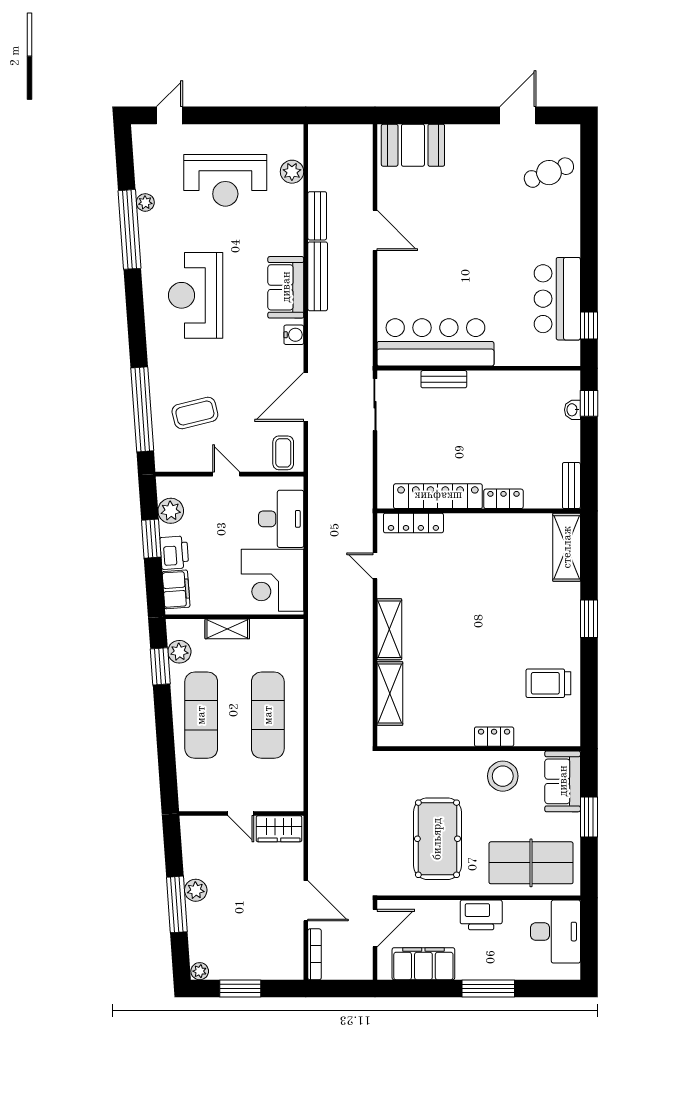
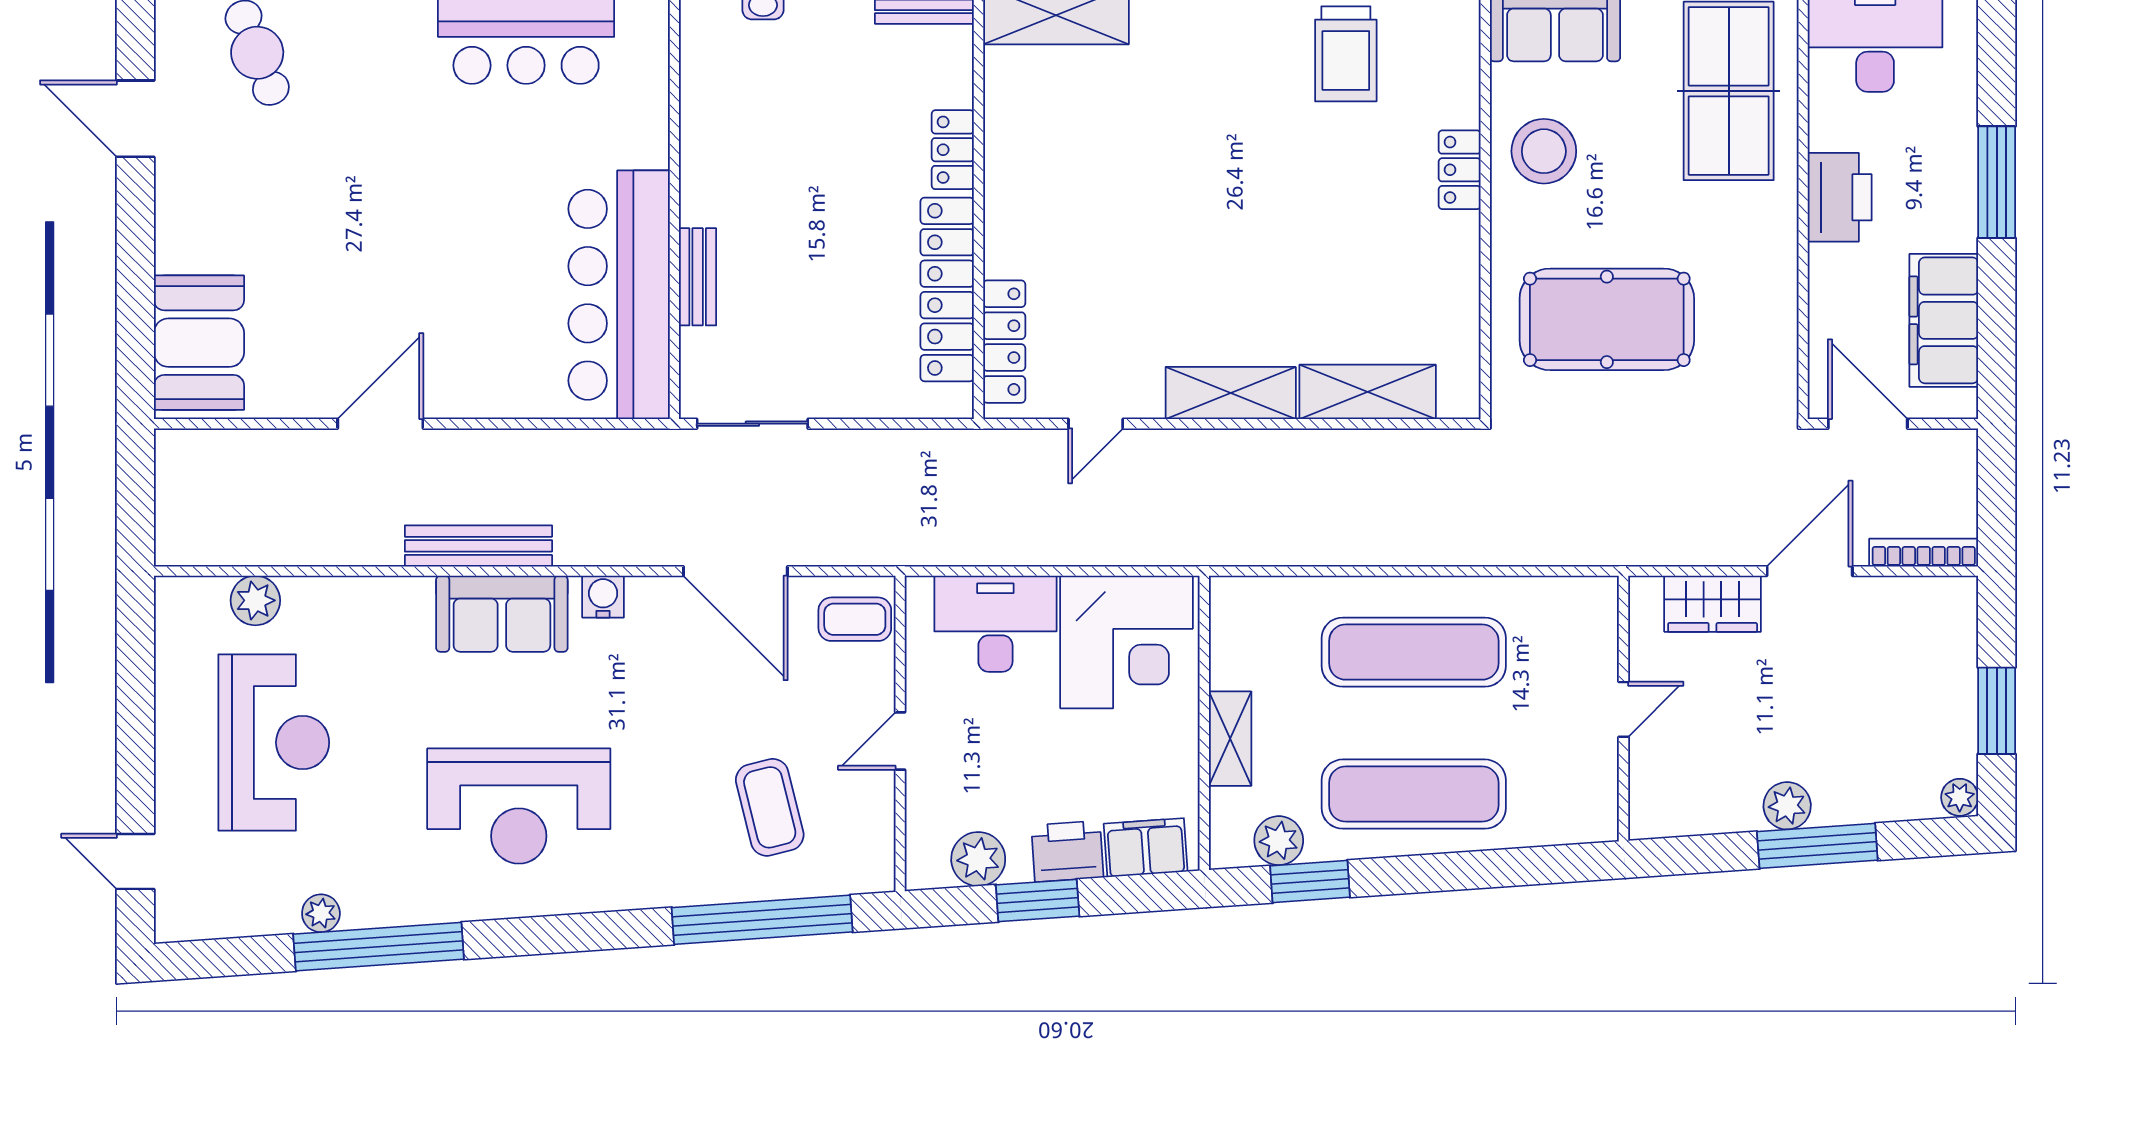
bench: (317, 216) -> (349, 547), removed
wardrobe: (279, 829) -> (1713, 604), moved, turned 90
pool table: (437, 839) -> (1607, 319), moved

